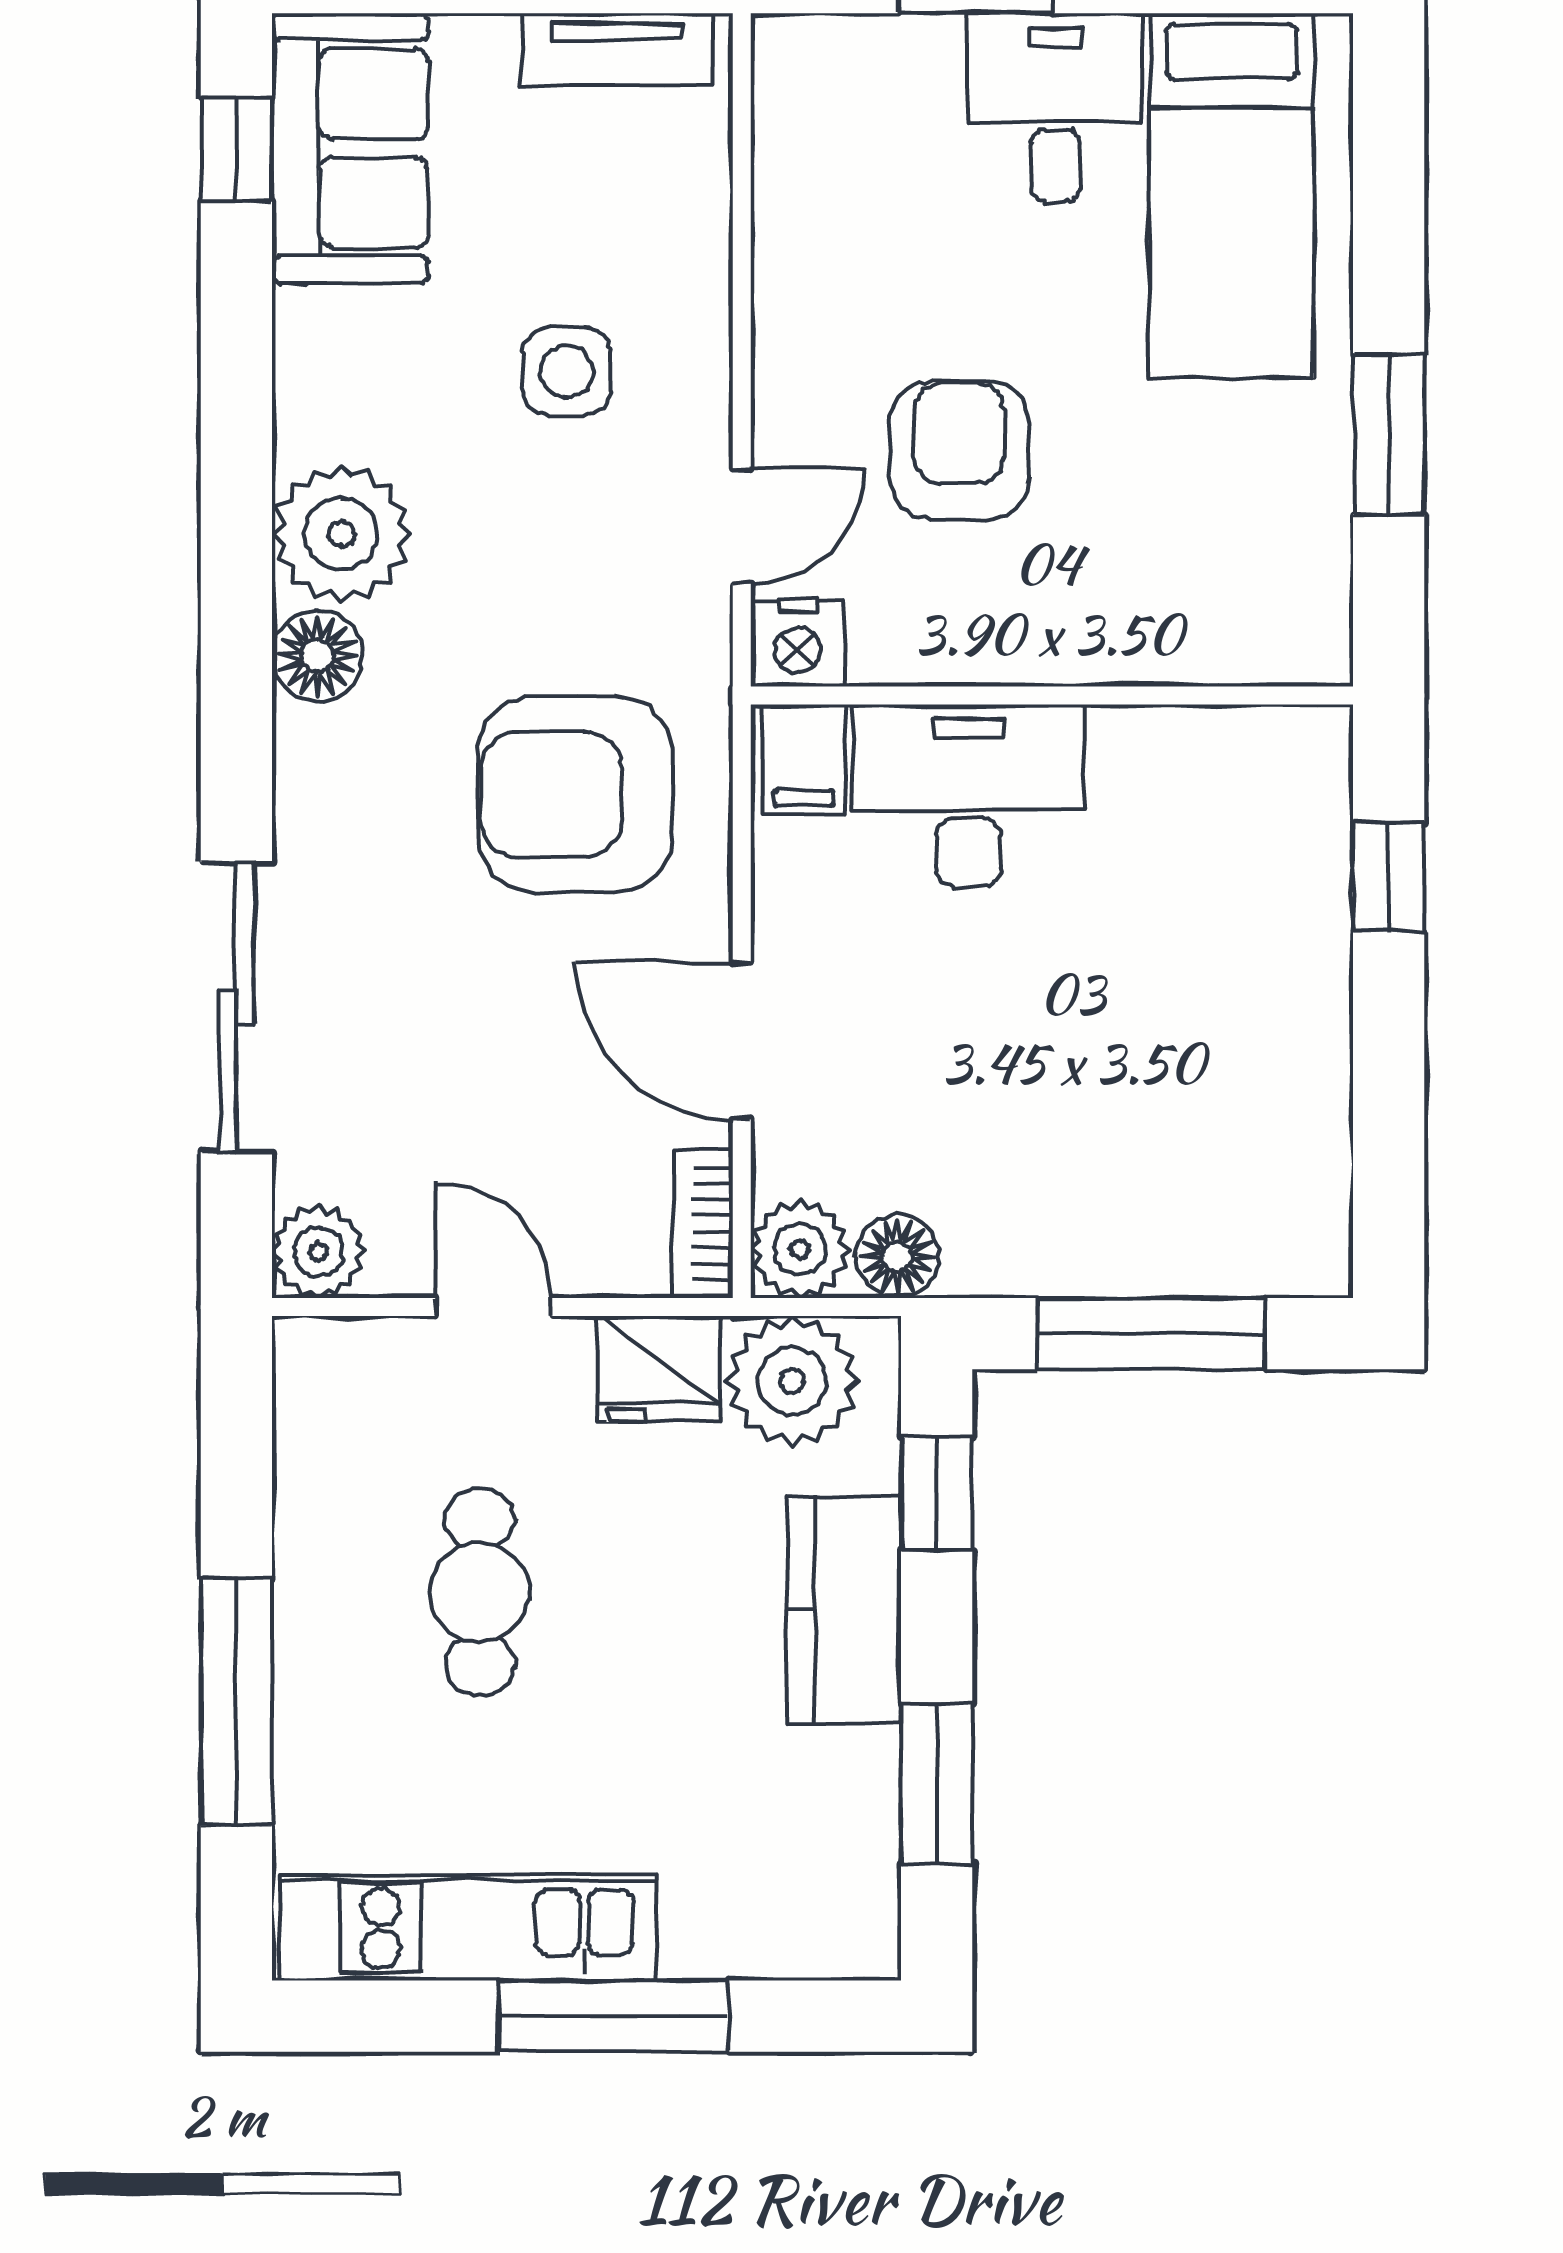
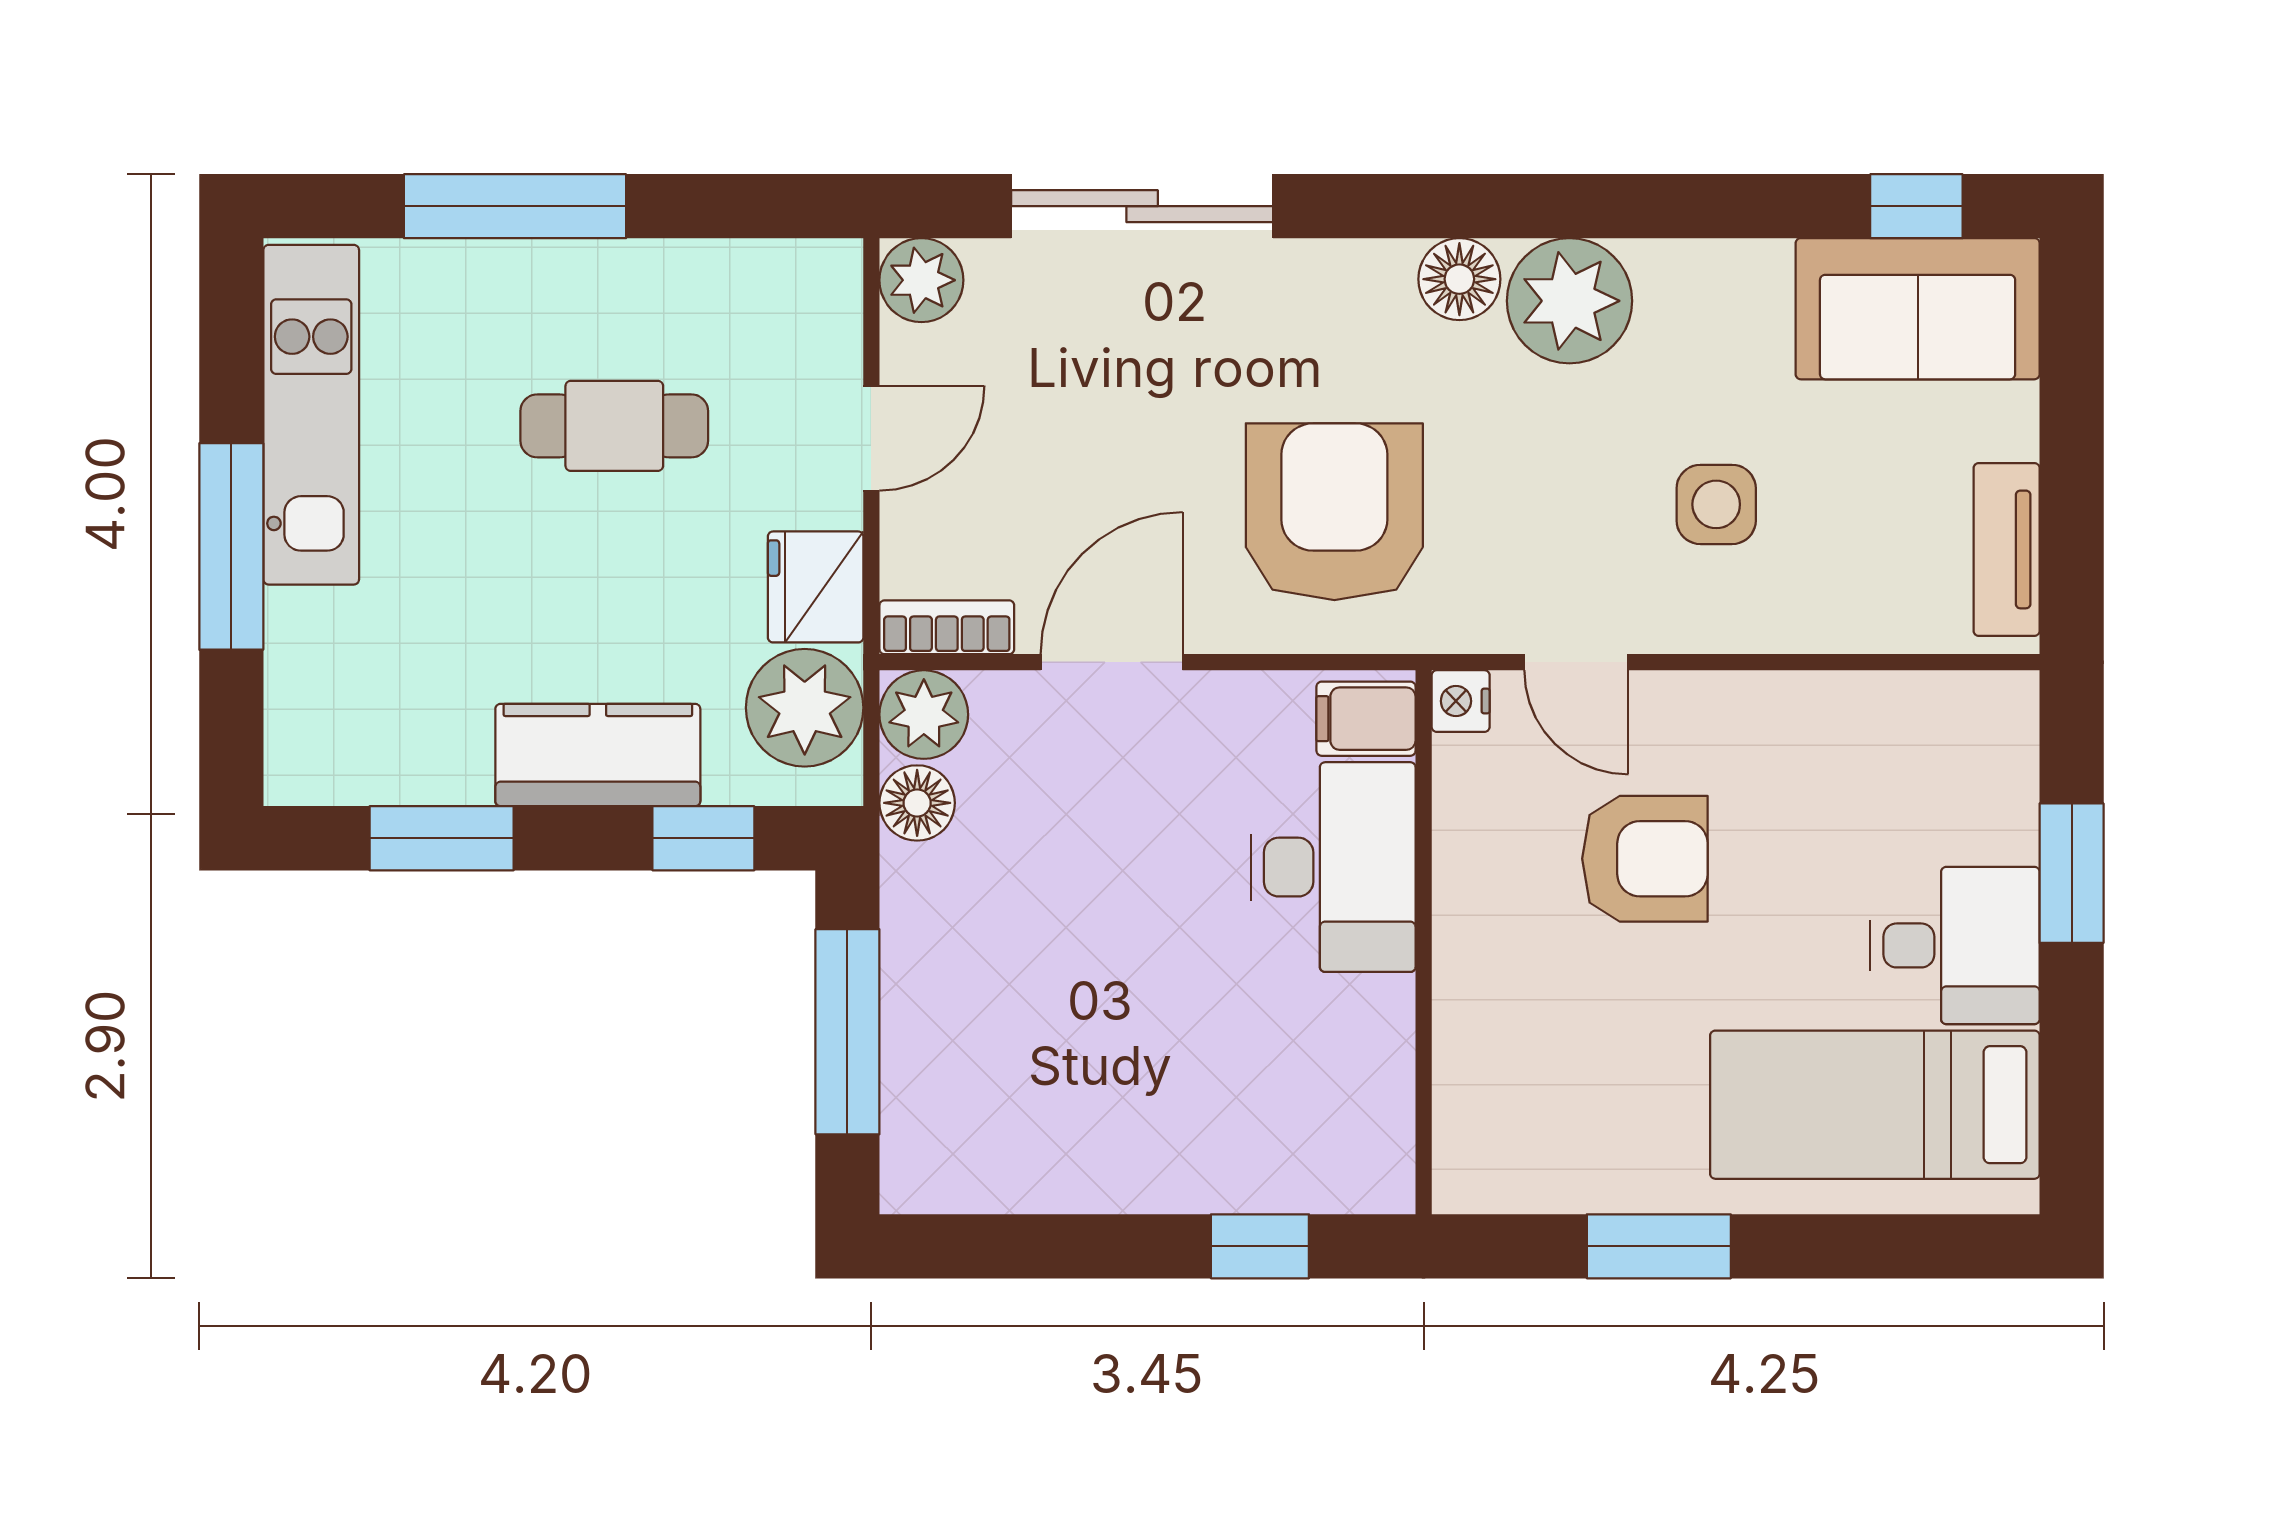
nightstand: (798, 643) -> (1461, 701), width x0.72, depth x0.74

